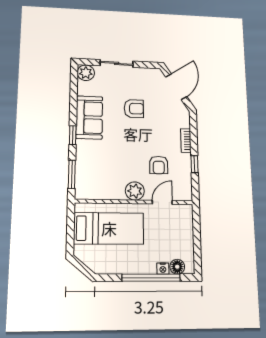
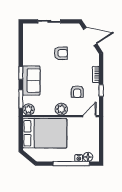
plant: (86, 73) -> (29, 109), moved
door: (176, 87) -> (90, 36), hinge flipped
sofa: (89, 117) -> (31, 81), moved
door: (162, 202) -> (89, 116), moved
bed: (109, 228) -> (45, 133), width x1.50

